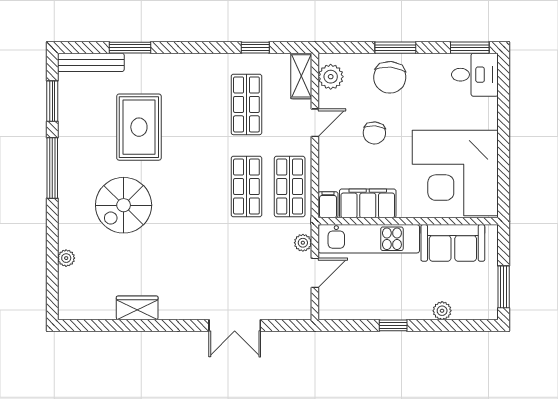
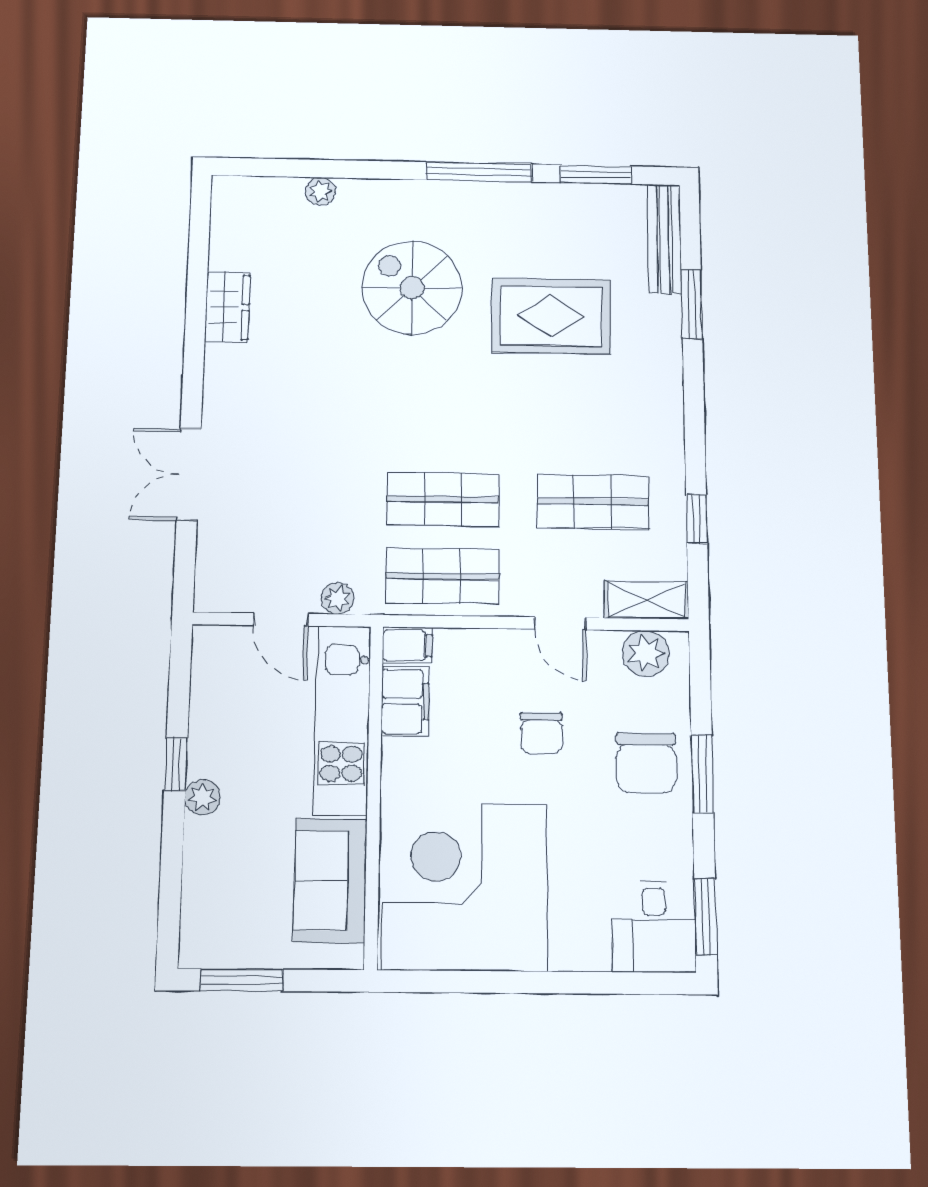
chair: (390, 77) -> (646, 763), turned -95
chair: (374, 133) -> (541, 733), turned -95
filing cabinet: (368, 203) -> (405, 701), width x0.67, depth x0.86
plant: (442, 311) -> (203, 797), moved

